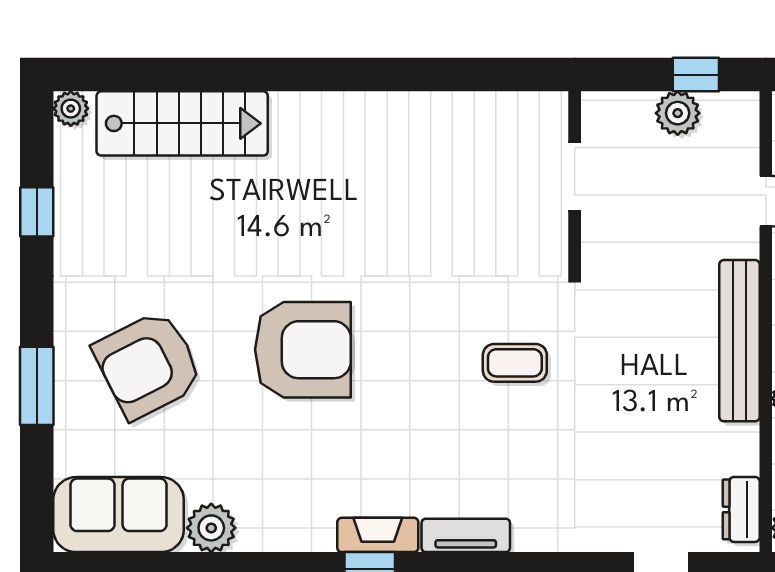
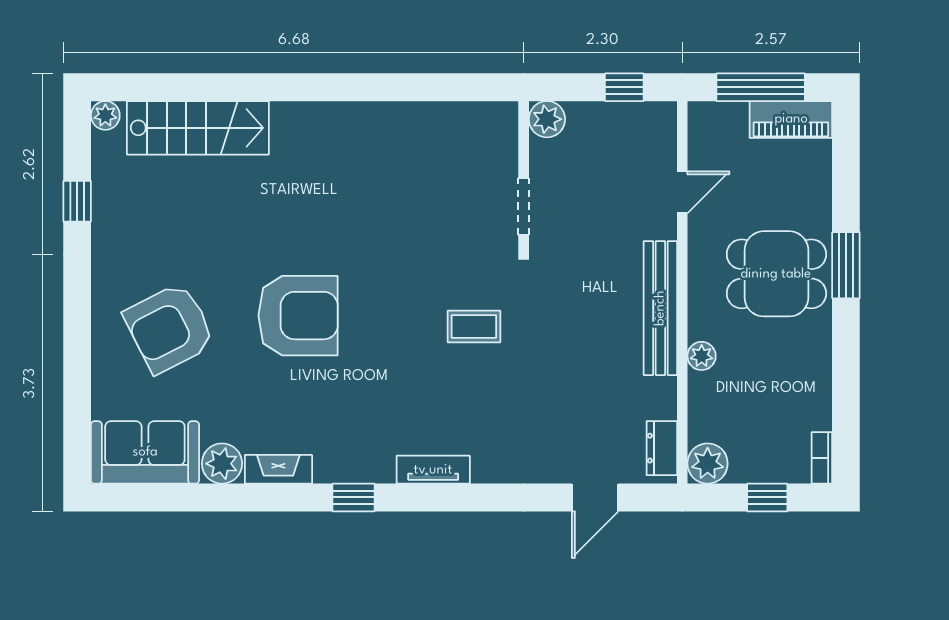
plant: (678, 113) -> (547, 119), moved
doorway: (575, 176) -> (524, 206), moved
window: (37, 386) -> (77, 346), removed
fireplace: (378, 535) -> (278, 469), moved

